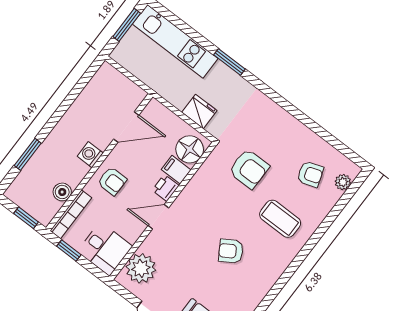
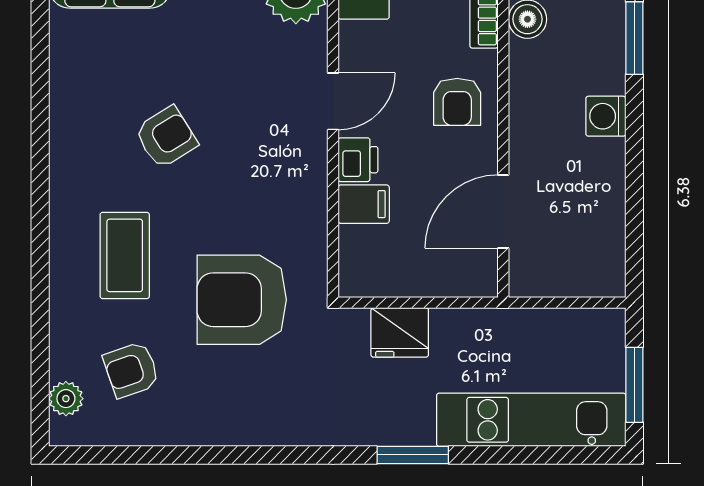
floor lamp: (190, 149) -> (367, 256), removed
washing machine: (90, 155) -> (606, 116), moved, turned 180
armchair: (249, 169) -> (242, 300), width x1.36, depth x1.36
armchair: (112, 181) -> (457, 102), turned -90
coffee table: (280, 219) -> (125, 255), turned 90

